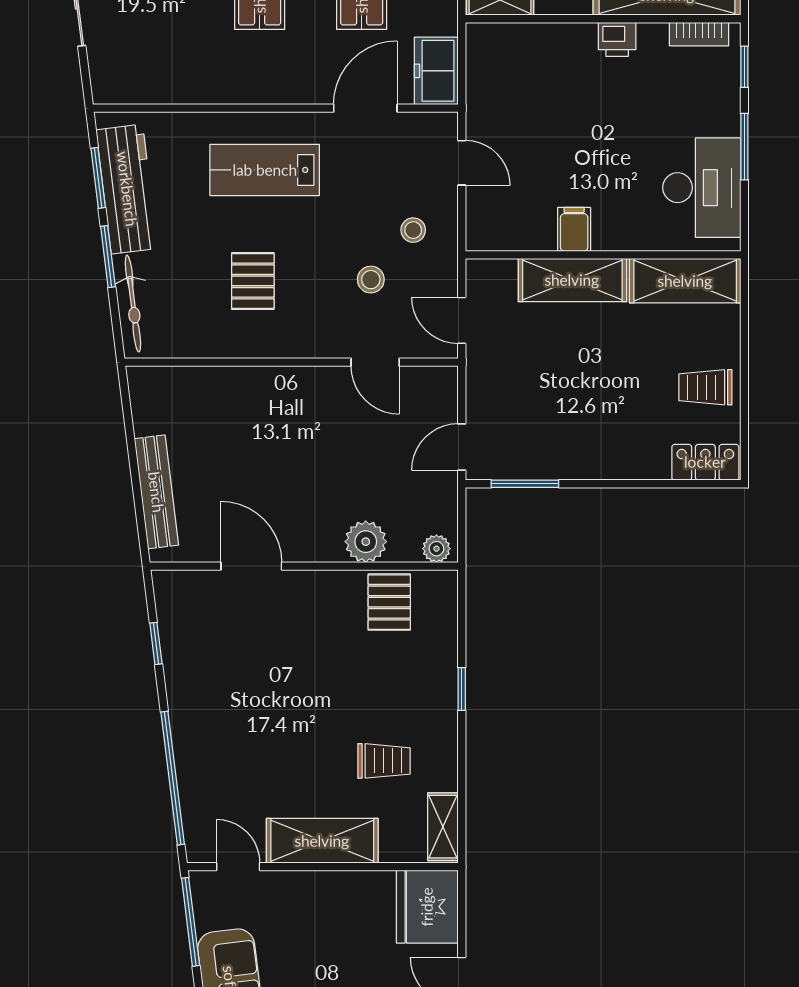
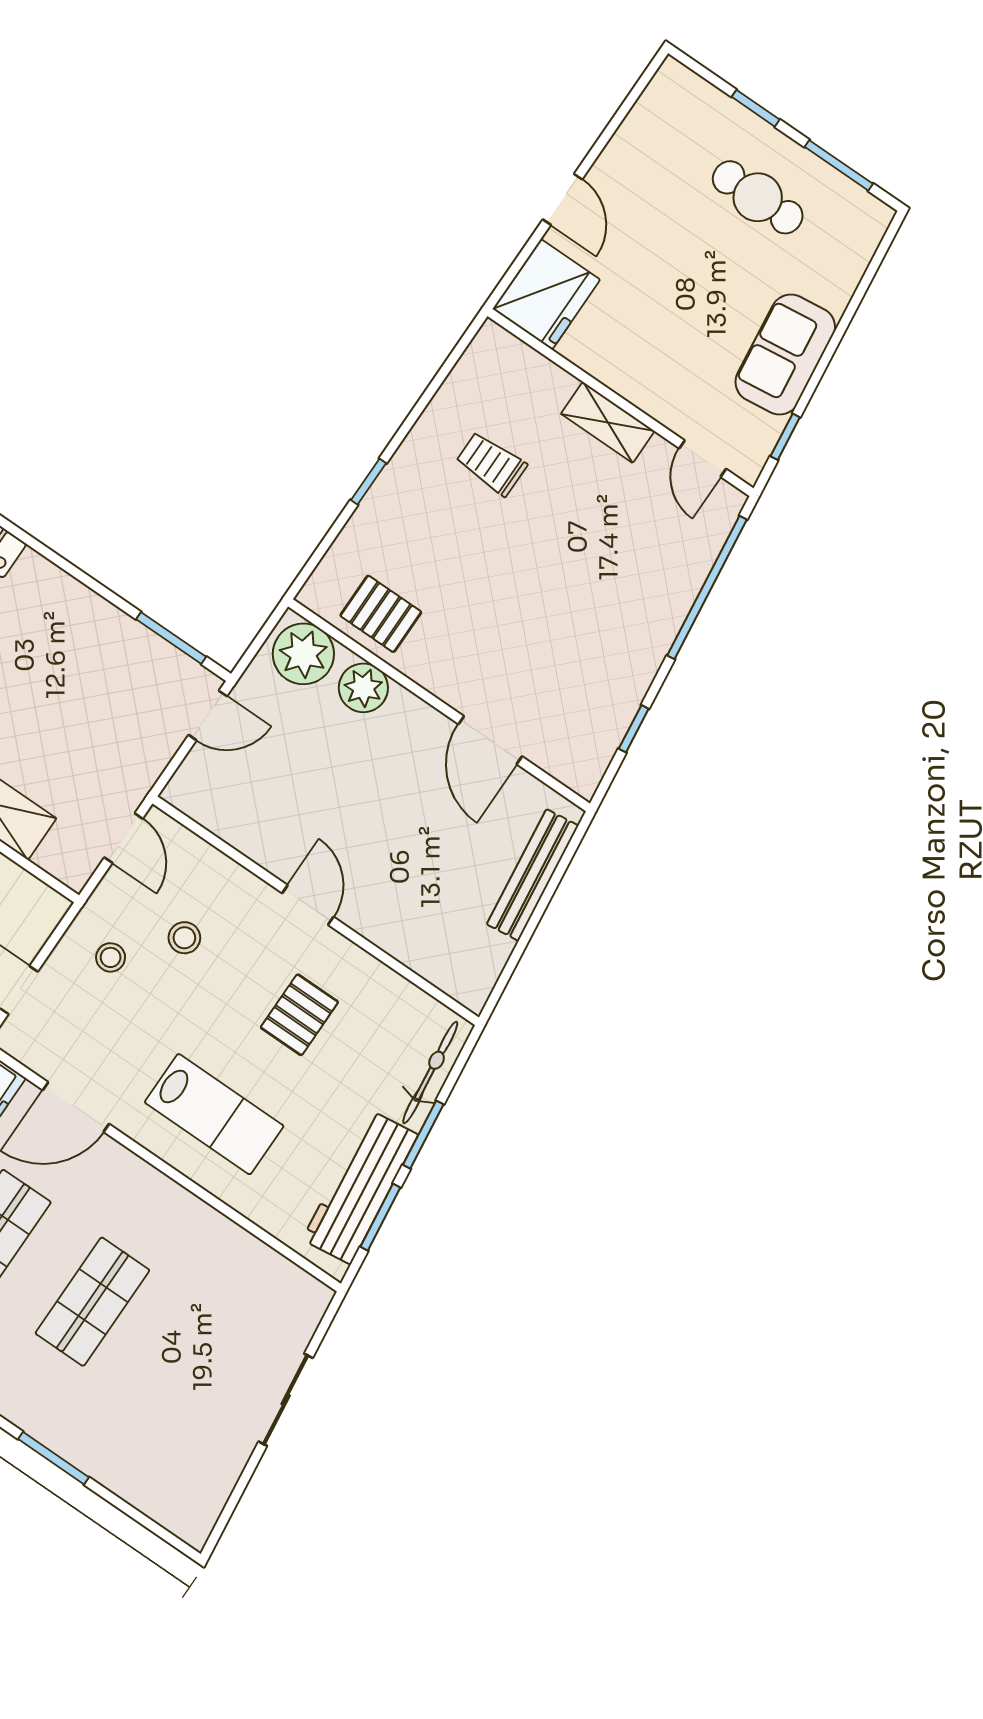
door: (375, 362) -> (308, 905), moved
plant: (436, 549) -> (303, 654), width x1.88, depth x1.88
pallet: (389, 602) -> (381, 614), turned 90
shelving: (443, 827) -> (478, 361), removed
shelving: (322, 841) -> (608, 422), width x0.67, depth x0.75
window: (191, 922) -> (785, 437), width x0.46

